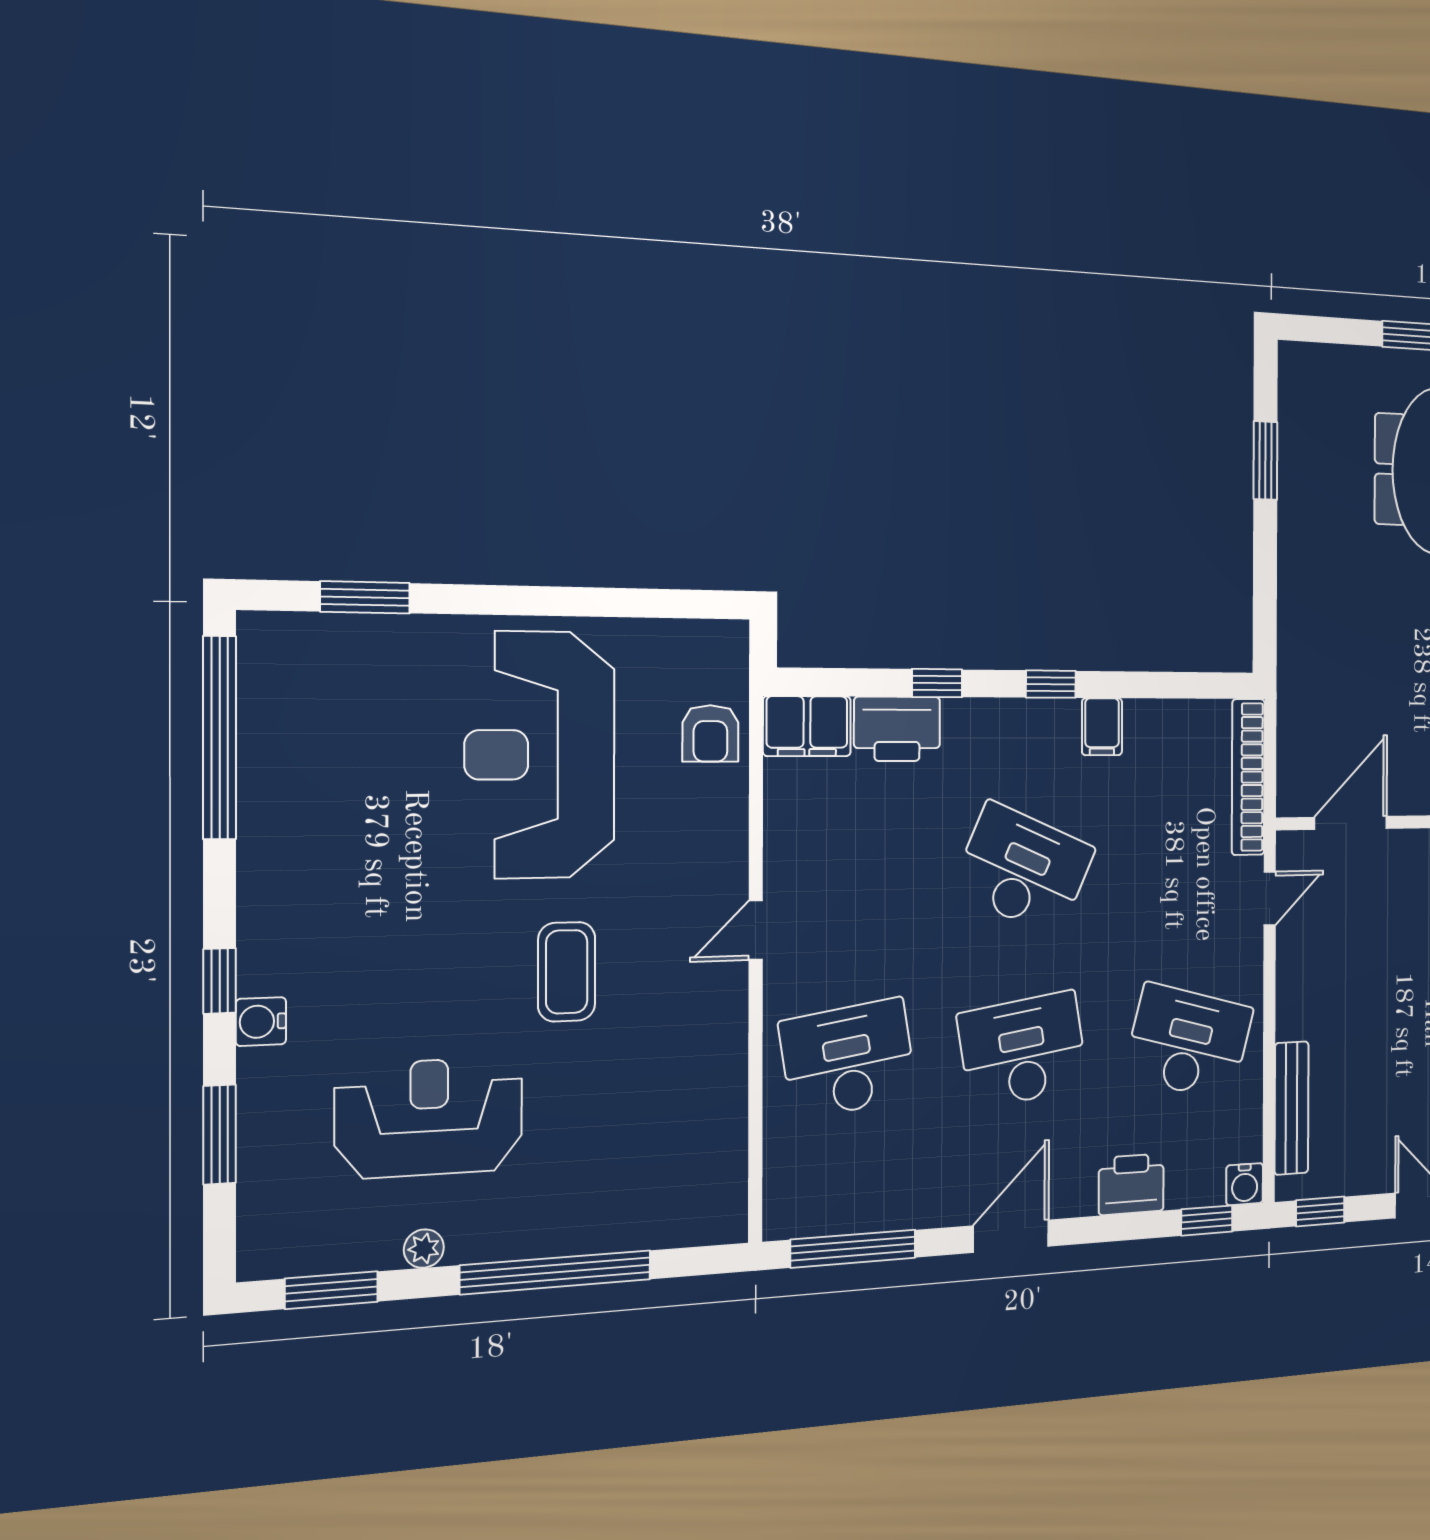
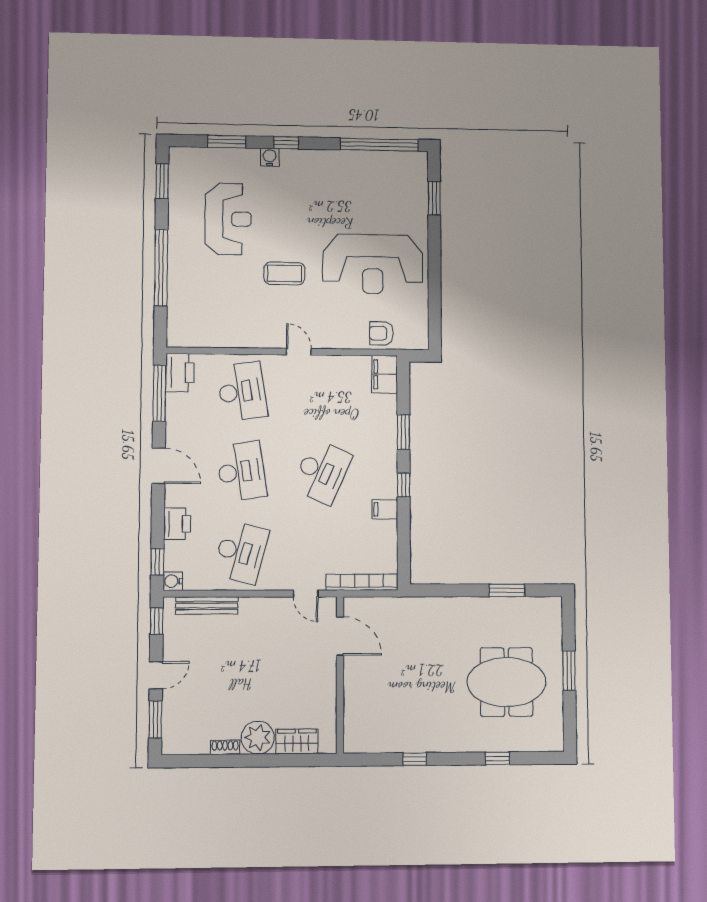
window: (937, 683) -> (403, 432), width x1.50
printer: (897, 729) -> (180, 373), moved, turned 180
reception desk: (540, 755) -> (373, 264), turned 180
plant: (424, 1249) -> (176, 216), removed

